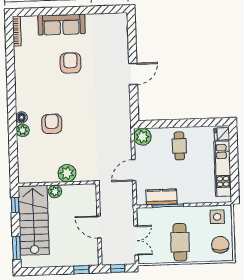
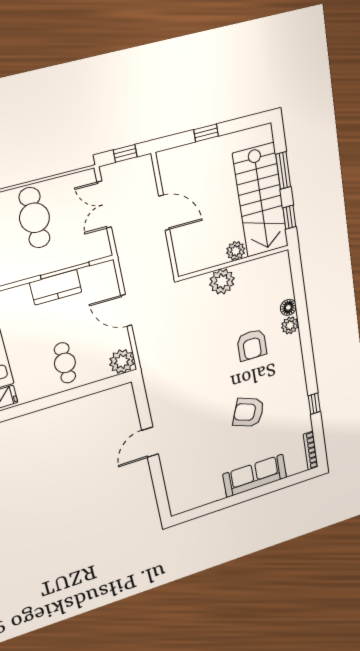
armchair: (70, 63) -> (249, 412), moved, turned 111
window: (10, 67) -> (314, 404), added
floor lamp: (22, 117) -> (288, 307), moved
door: (134, 170) -> (126, 310), swing flipped
kitchen counter: (161, 197) -> (56, 287), moved
window: (16, 248) -> (283, 171), moved
window: (81, 270) -> (206, 133), moved

